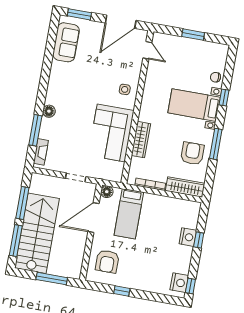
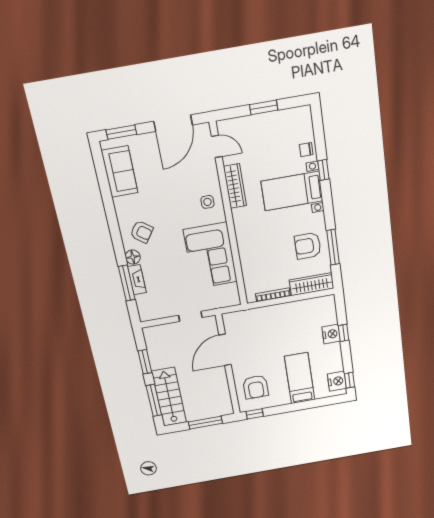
armchair: (64, 94) -> (142, 232), added
wardrobe: (141, 140) -> (235, 186), moved
window: (216, 144) -> (333, 247), moved
fireplace: (41, 152) -> (137, 280), moved
armchair: (192, 153) -> (308, 246), turned -90
floor lamp: (107, 192) -> (229, 319), removed
window: (22, 203) -> (145, 362), width x0.69
bed: (129, 214) -> (300, 378), moved, turned 180
stairs: (37, 233) -> (169, 397), width x0.73, depth x0.66
window: (122, 291) -> (255, 414), moved

